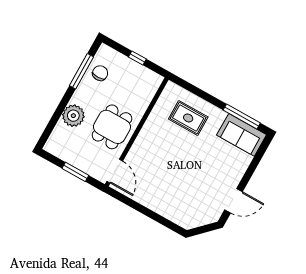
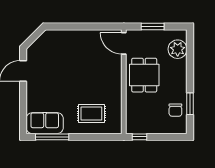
window: (137, 58) -> (140, 137), moved
window: (82, 71) -> (190, 104), width x0.69
plant: (73, 116) -> (178, 49), moved

